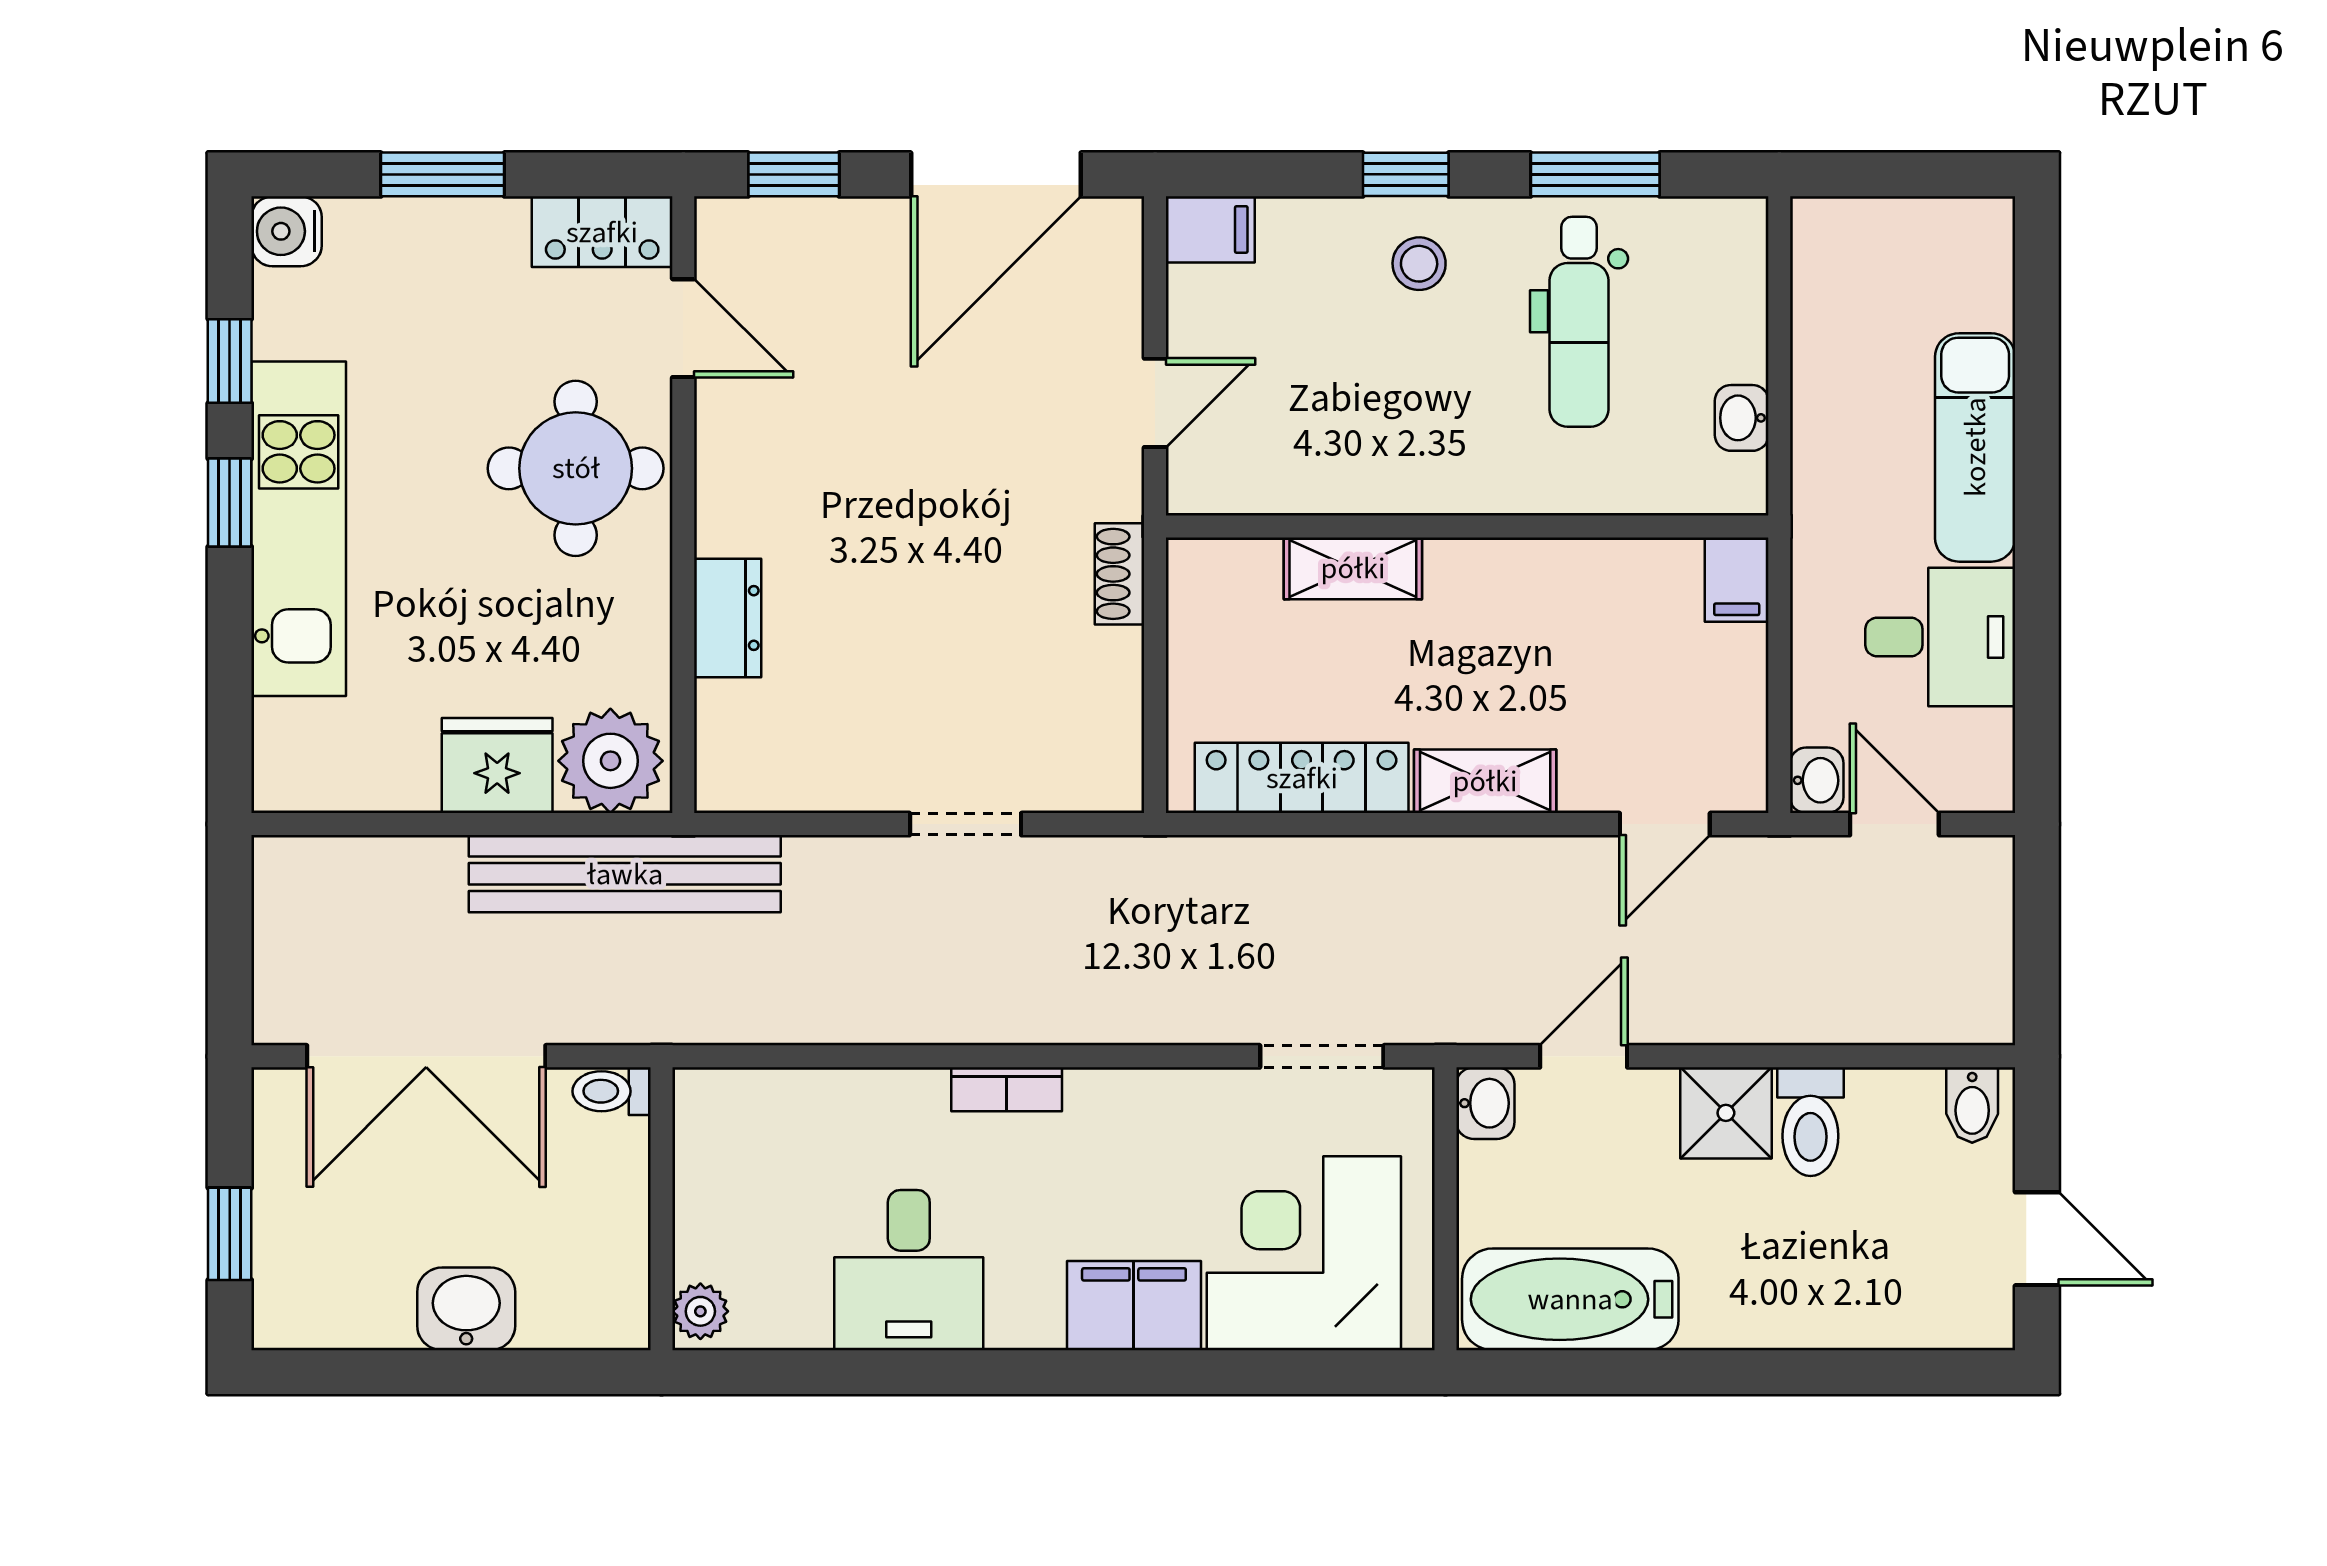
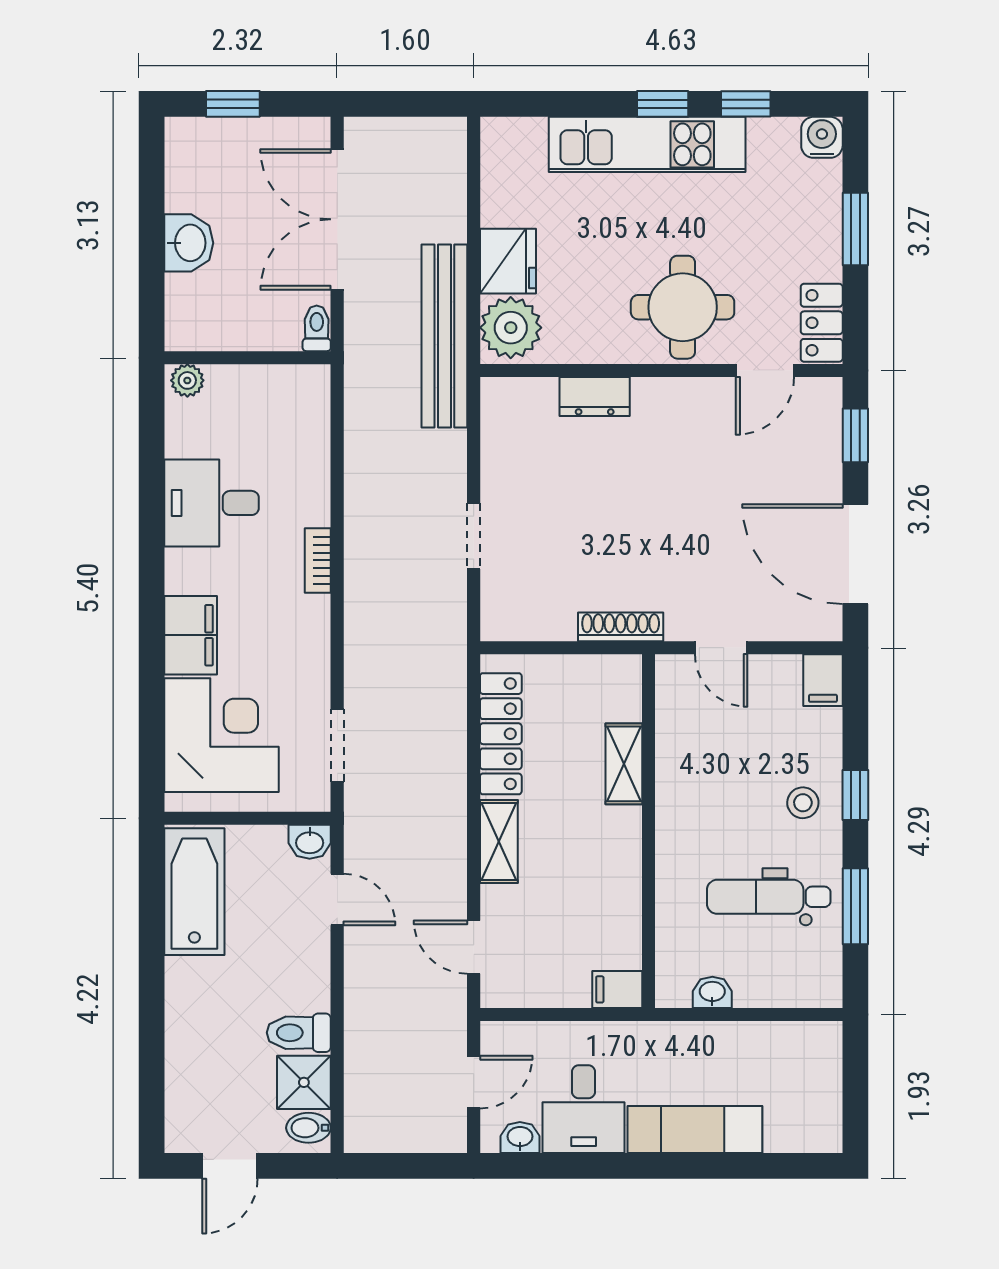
shoe rack: (1120, 574) -> (621, 627), width x1.43
washbasin: (1817, 780) -> (520, 1137), moved, turned 180
shower: (1726, 1113) -> (304, 1082), moved

